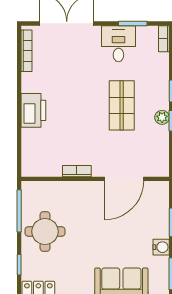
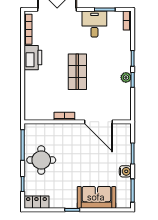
shop shelf: (122, 105) -> (77, 72), moved
printer: (33, 110) -> (33, 58), moved
door: (124, 179) -> (98, 122), hinge flipped

